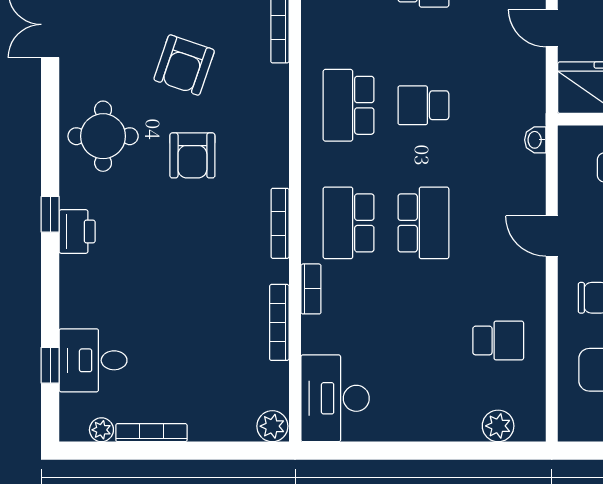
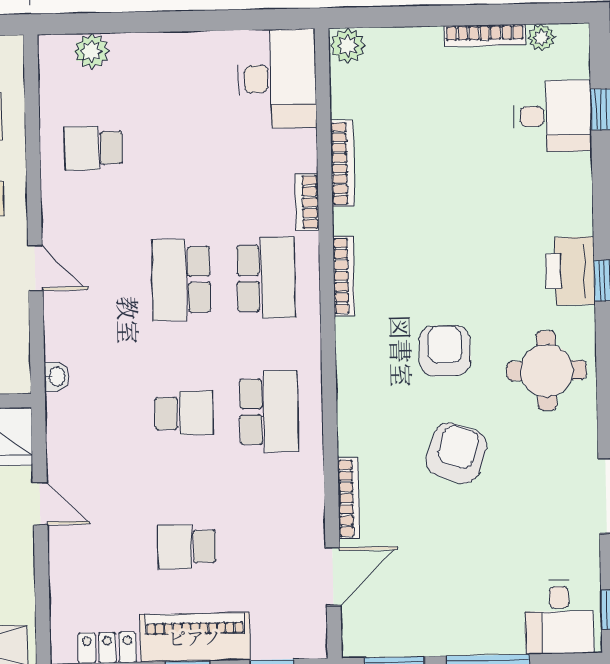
printer: (77, 232) -> (570, 271), width x1.37, depth x1.19

